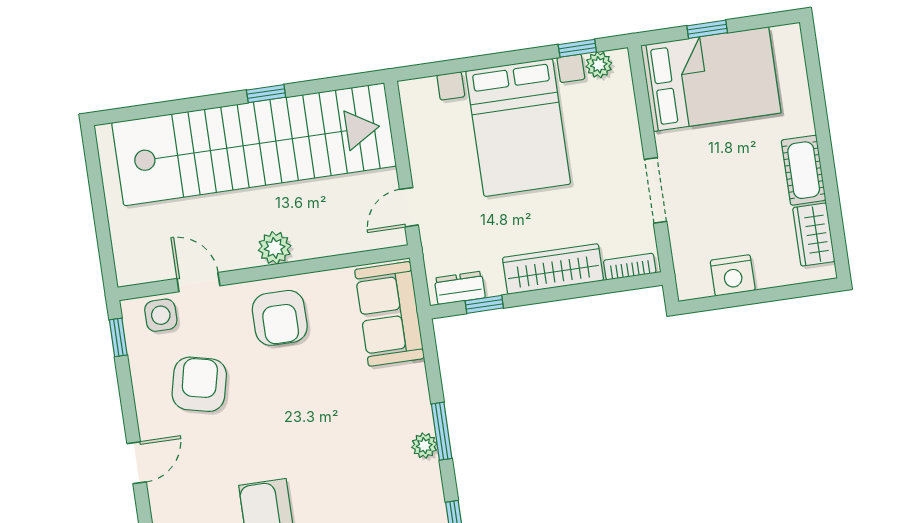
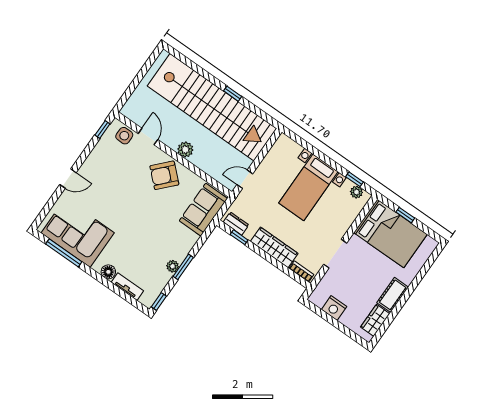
bed with nightstands: (518, 127) -> (308, 187), width x0.73
armchair: (280, 318) -> (164, 175), turned 43
armchair: (199, 384) -> (115, 172), removed

